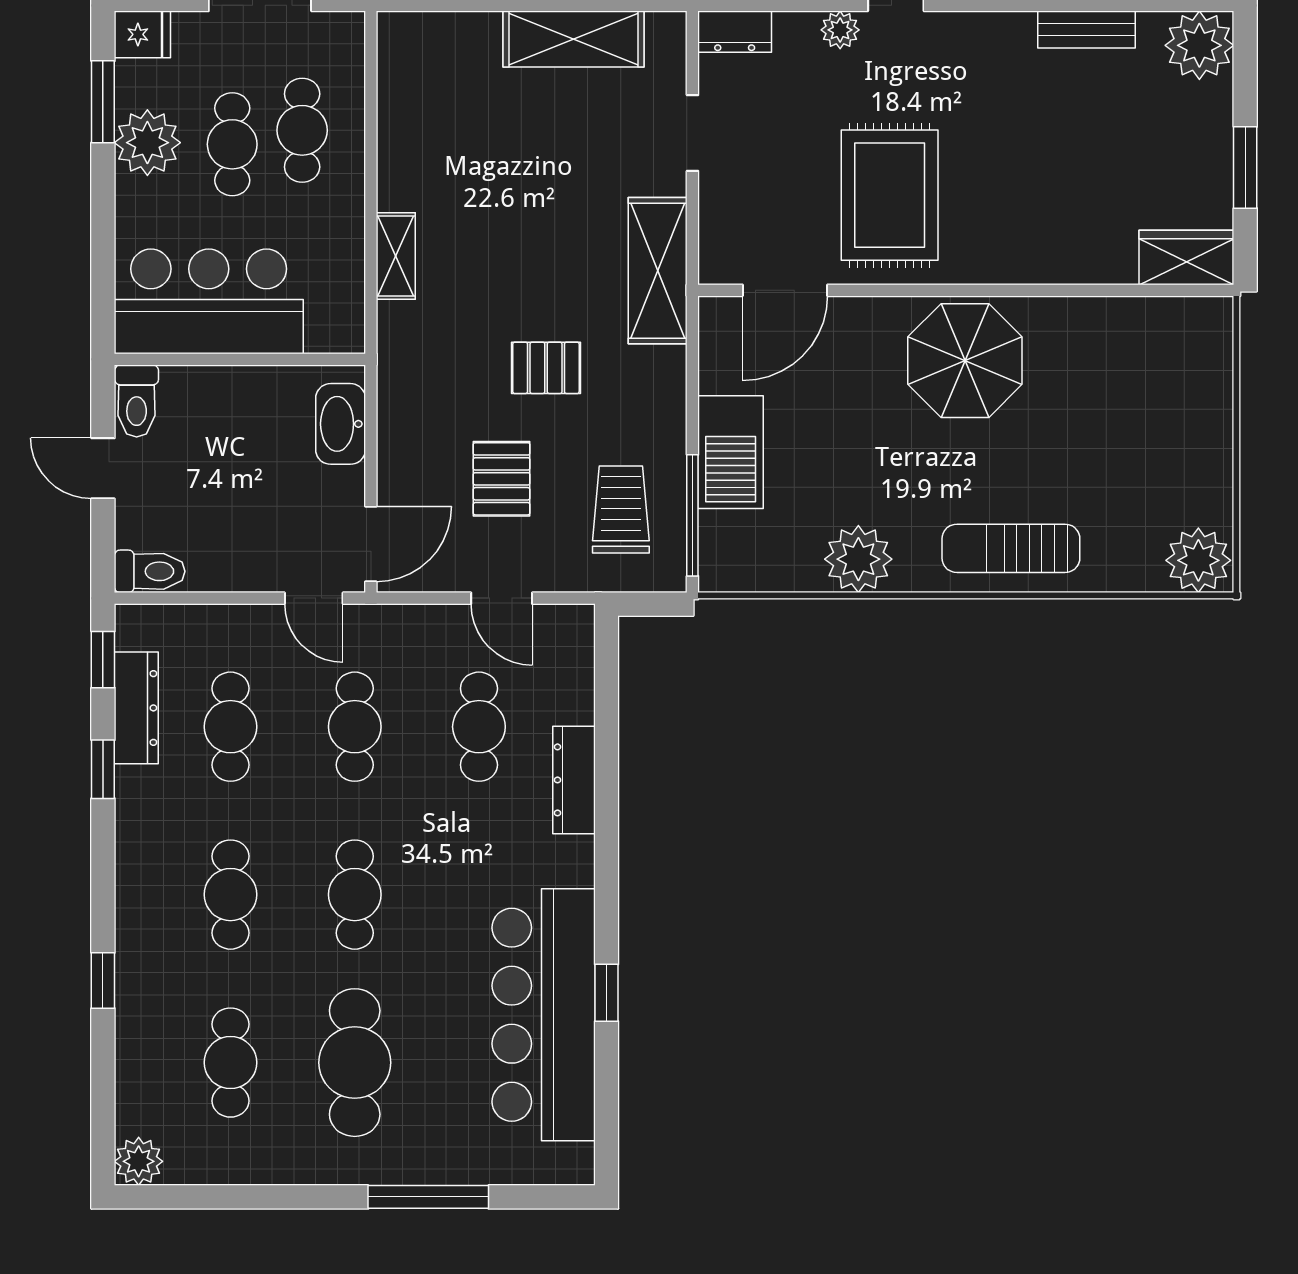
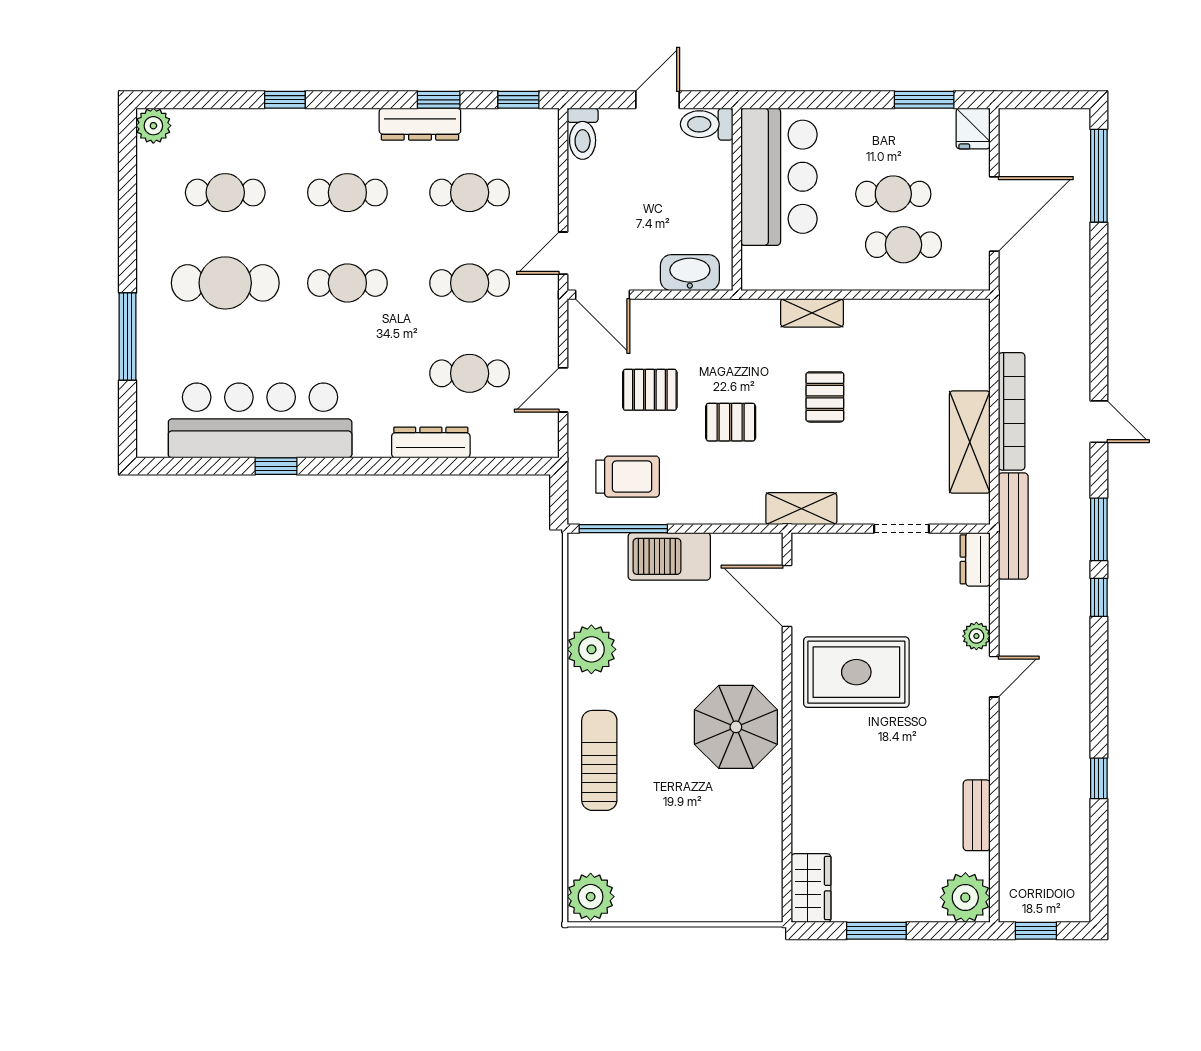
plant: (147, 143) -> (895, 132), removed
pallet: (511, 238) -> (825, 397), added
shelving: (658, 271) -> (801, 509), width x0.67, depth x0.75
pallet: (546, 368) -> (731, 422), turned 90
dresser: (136, 708) -> (420, 124), moved

